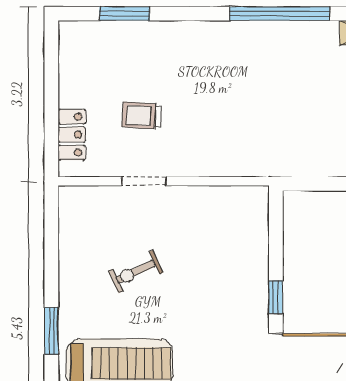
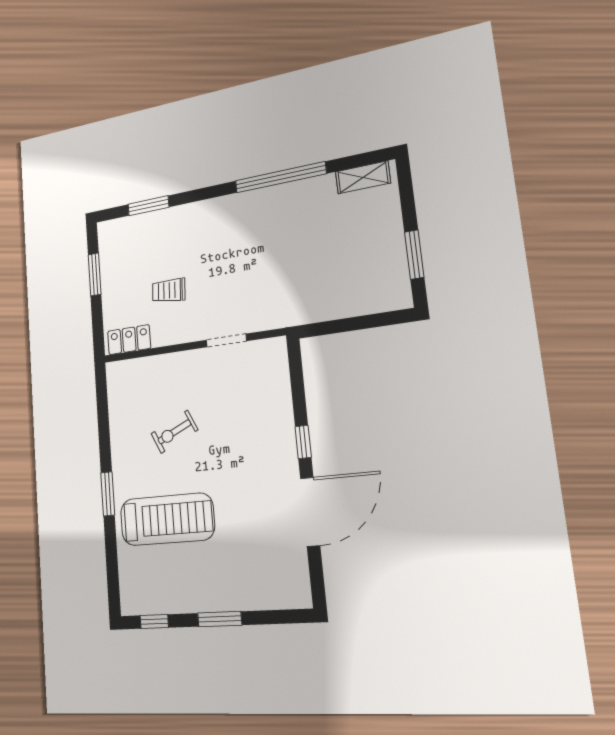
window: (51, 81) -> (95, 274), added
locker: (72, 135) -> (129, 340), moved, turned -90
doorway: (144, 181) -> (226, 341), moved

